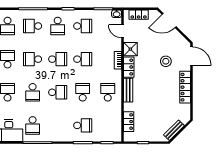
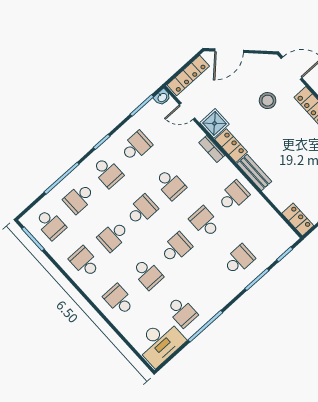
locker: (139, 15) -> (188, 75), width x1.53
school desk: (83, 59) -> (170, 184), turned 90
school desk: (108, 92) -> (233, 196), turned 90
locker: (129, 122) -> (298, 219), moved

